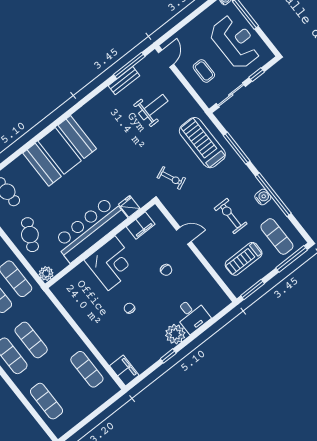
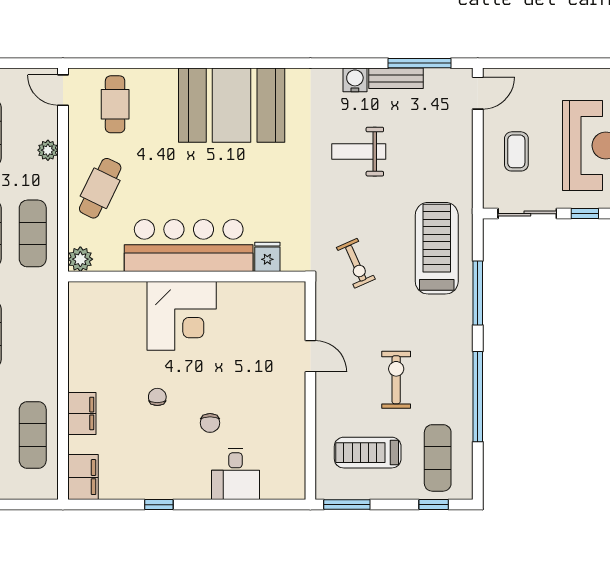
weight bench: (153, 107) -> (359, 152), moved, turned 180
water cooler: (263, 197) -> (355, 80), moved, turned -90
filing cabinet: (141, 226) -> (82, 413), moved, turned -90
window: (292, 259) -> (434, 505), width x0.46
chair: (166, 270) -> (210, 423), moved
plant: (175, 334) -> (192, 482), removed

